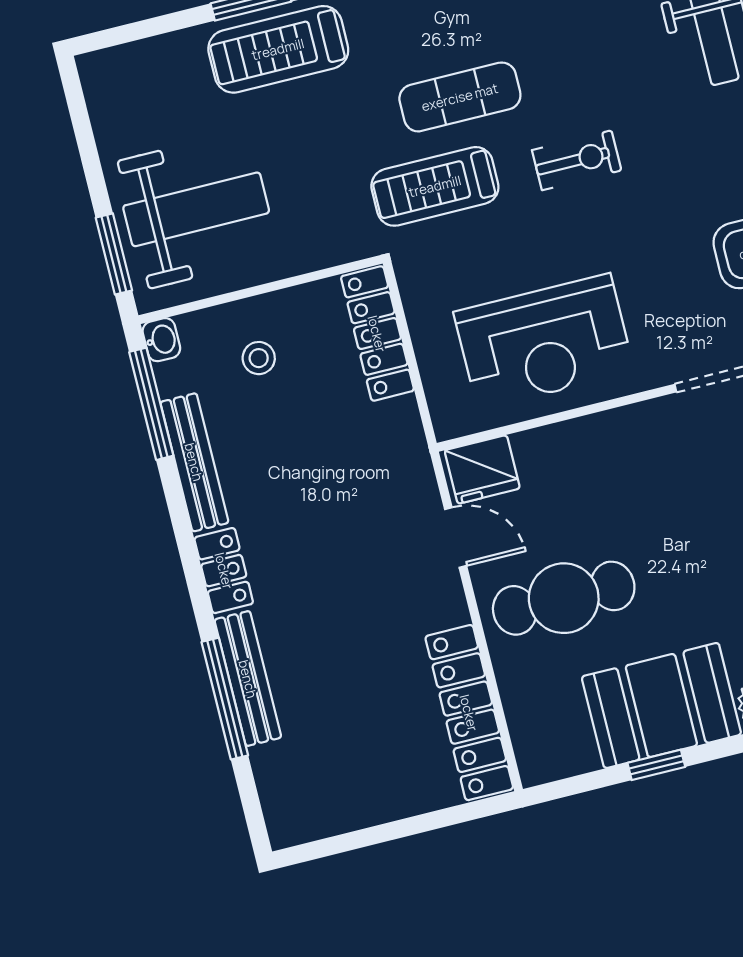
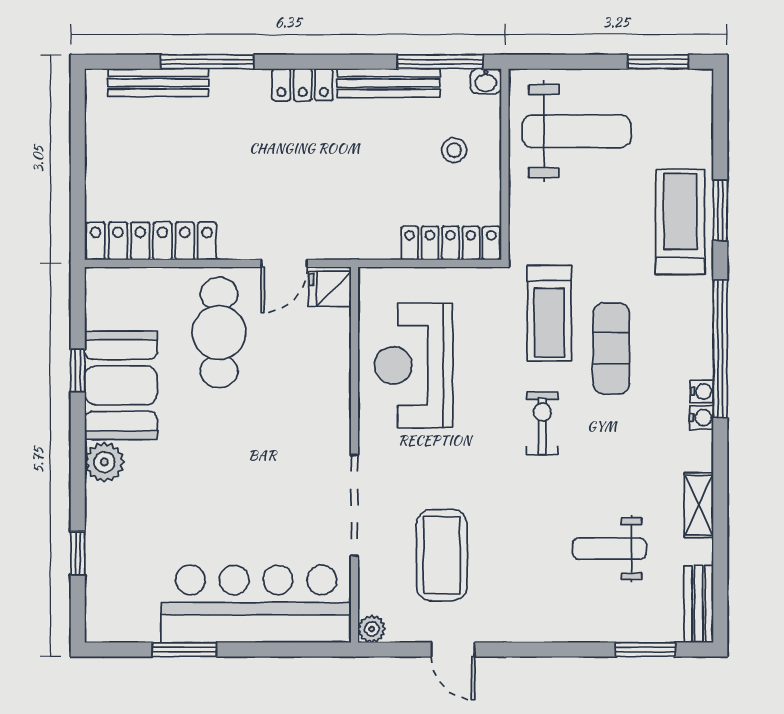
exercise bike: (577, 160) -> (542, 423), turned 180
treadmill: (435, 186) -> (549, 313), turned 180
weight bench: (196, 209) -> (576, 131), turned -90
window: (114, 254) -> (658, 62), moved
fridge: (482, 469) -> (330, 289), width x0.72
bench: (248, 679) -> (158, 83), moved

